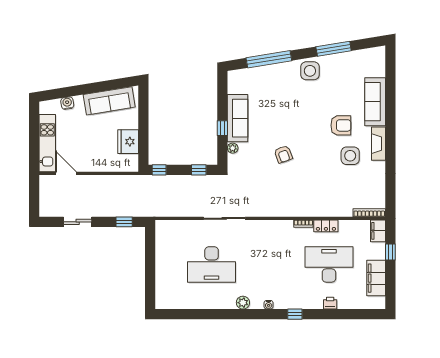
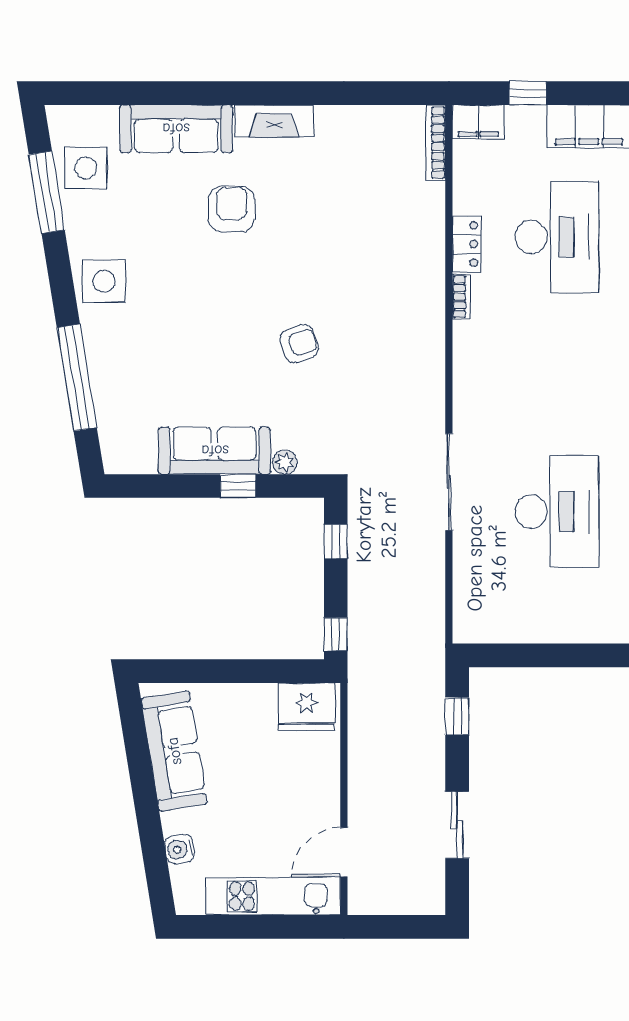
window: (334, 49) -> (47, 192), moved
fridge: (128, 142) -> (307, 707), moved
side table: (350, 156) -> (86, 168), moved
desk: (329, 264) -> (557, 237), turned 180

